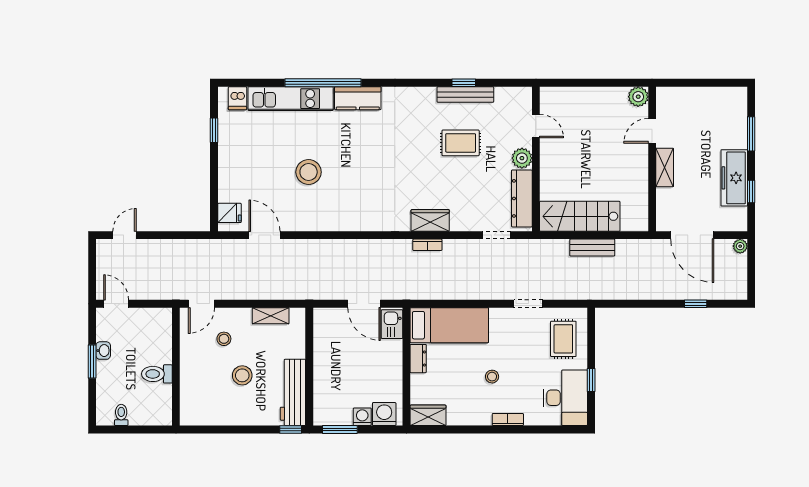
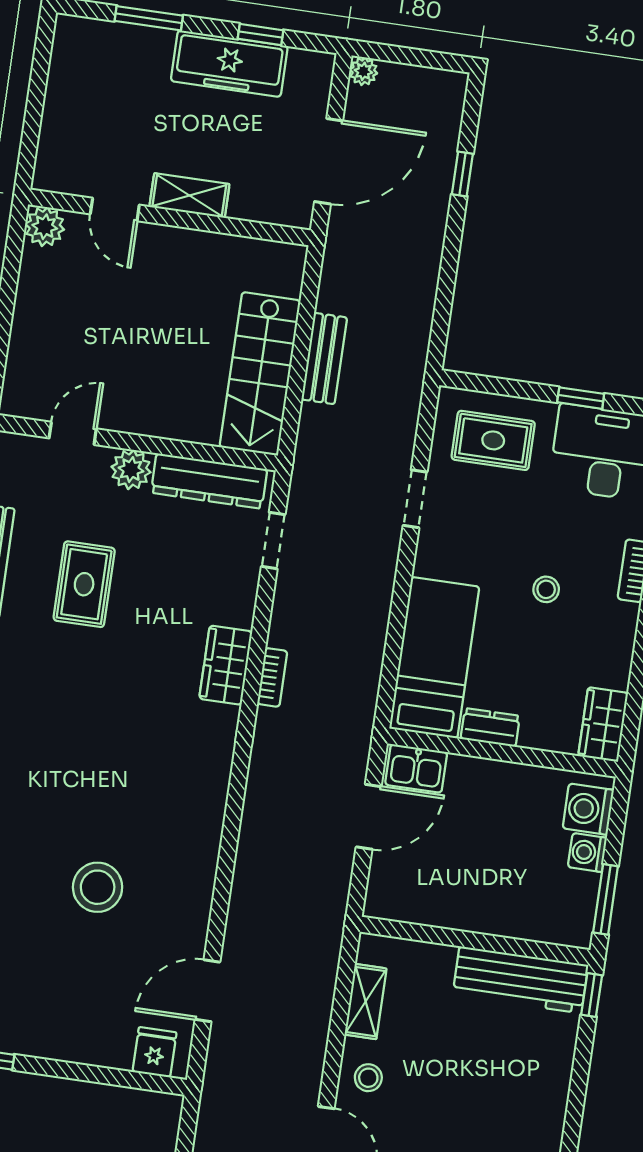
stool: (224, 339) -> (368, 1078), moved
stool: (242, 375) -> (473, 1073), removed

